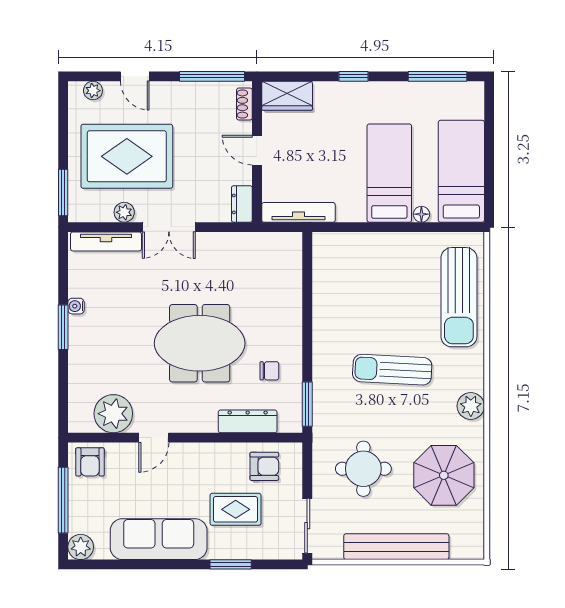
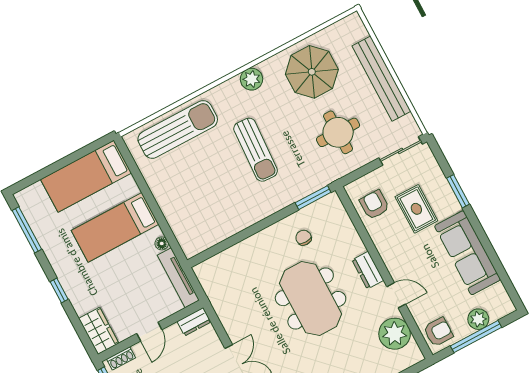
floor lamp: (421, 214) -> (162, 243), moved
dresser: (248, 421) -> (368, 270), moved, width x0.70
plant: (81, 547) -> (478, 319), moved

